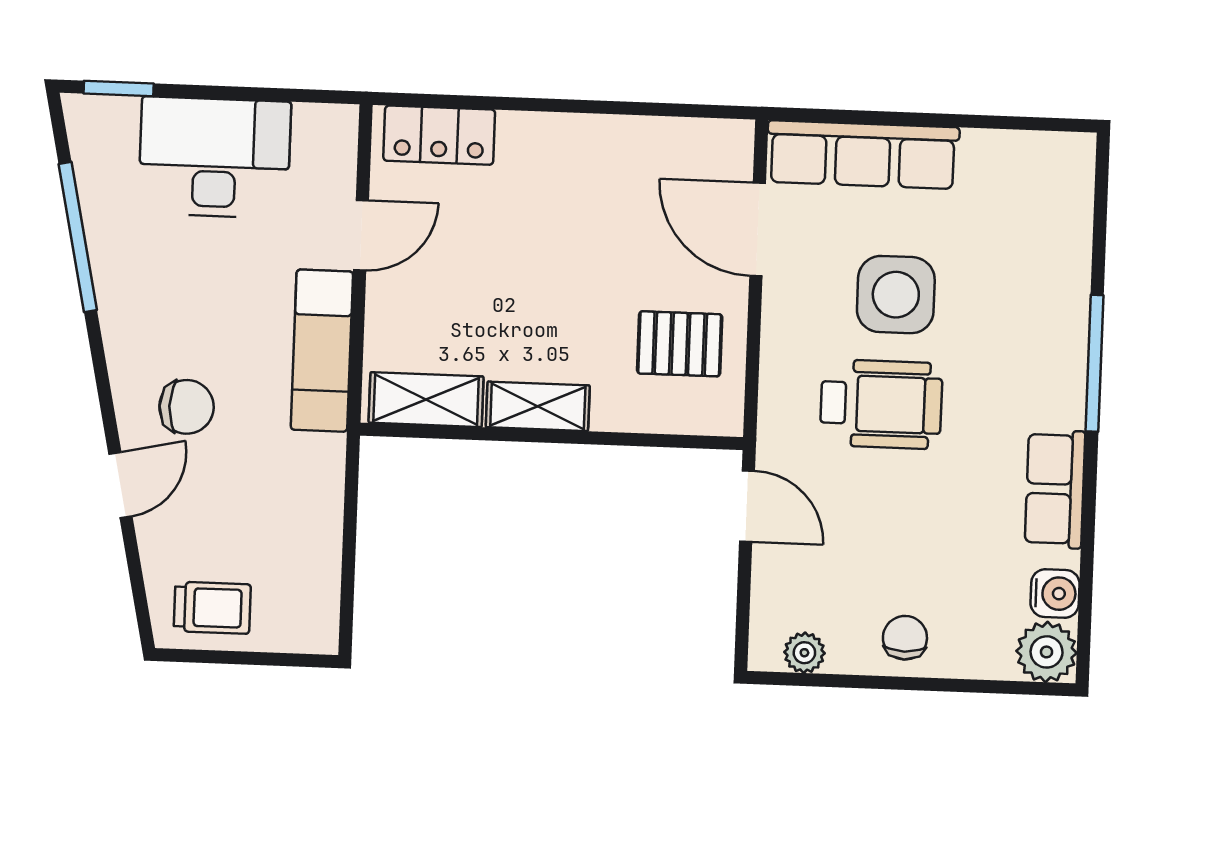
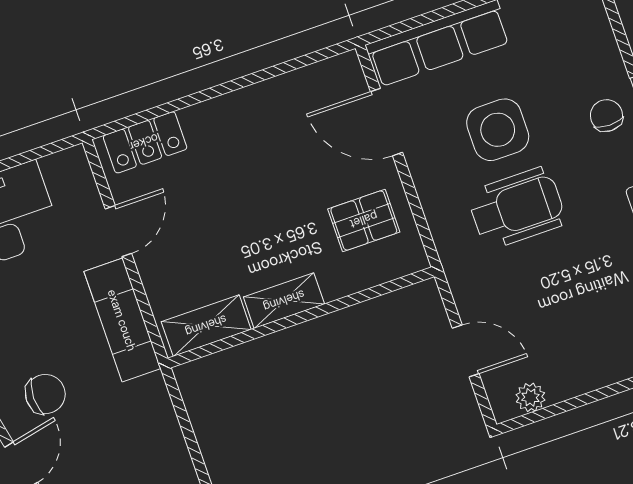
door: (747, 506) -> (466, 351), moved
chair: (905, 638) -> (606, 116), moved

